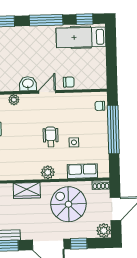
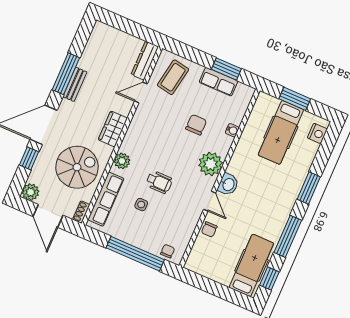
plant: (14, 100) -> (211, 164), width x1.88, depth x1.88
row of seats: (82, 171) -> (106, 199), width x1.48

